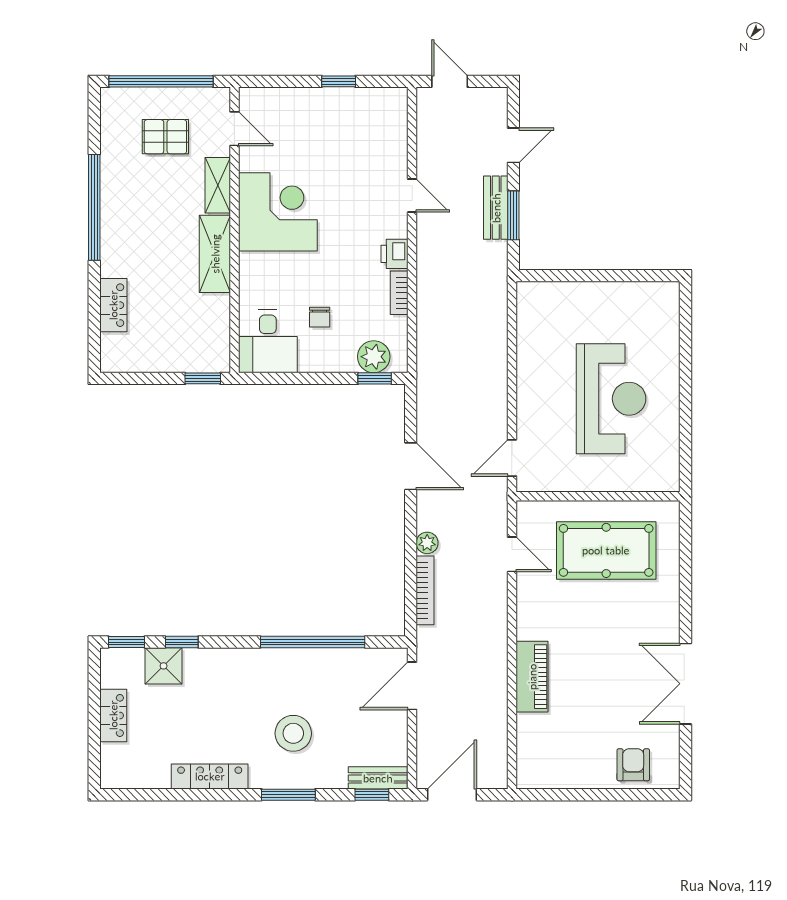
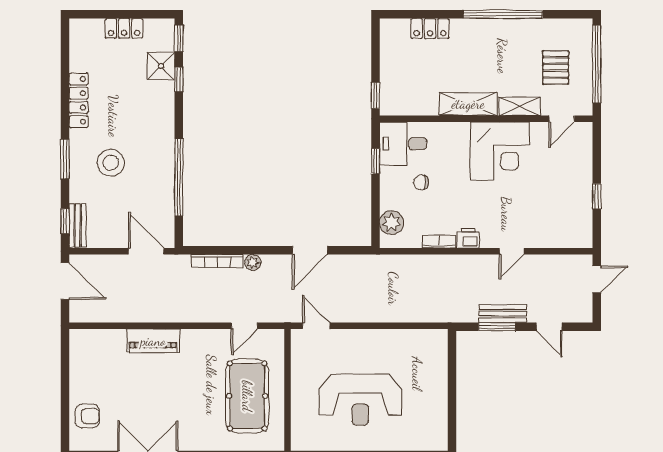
window: (375, 378) -> (375, 161), moved

